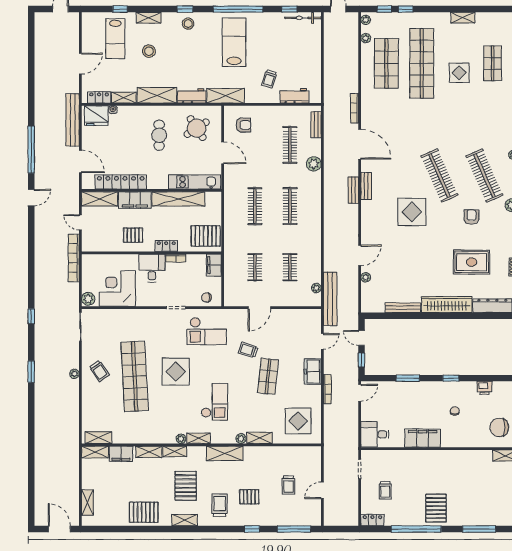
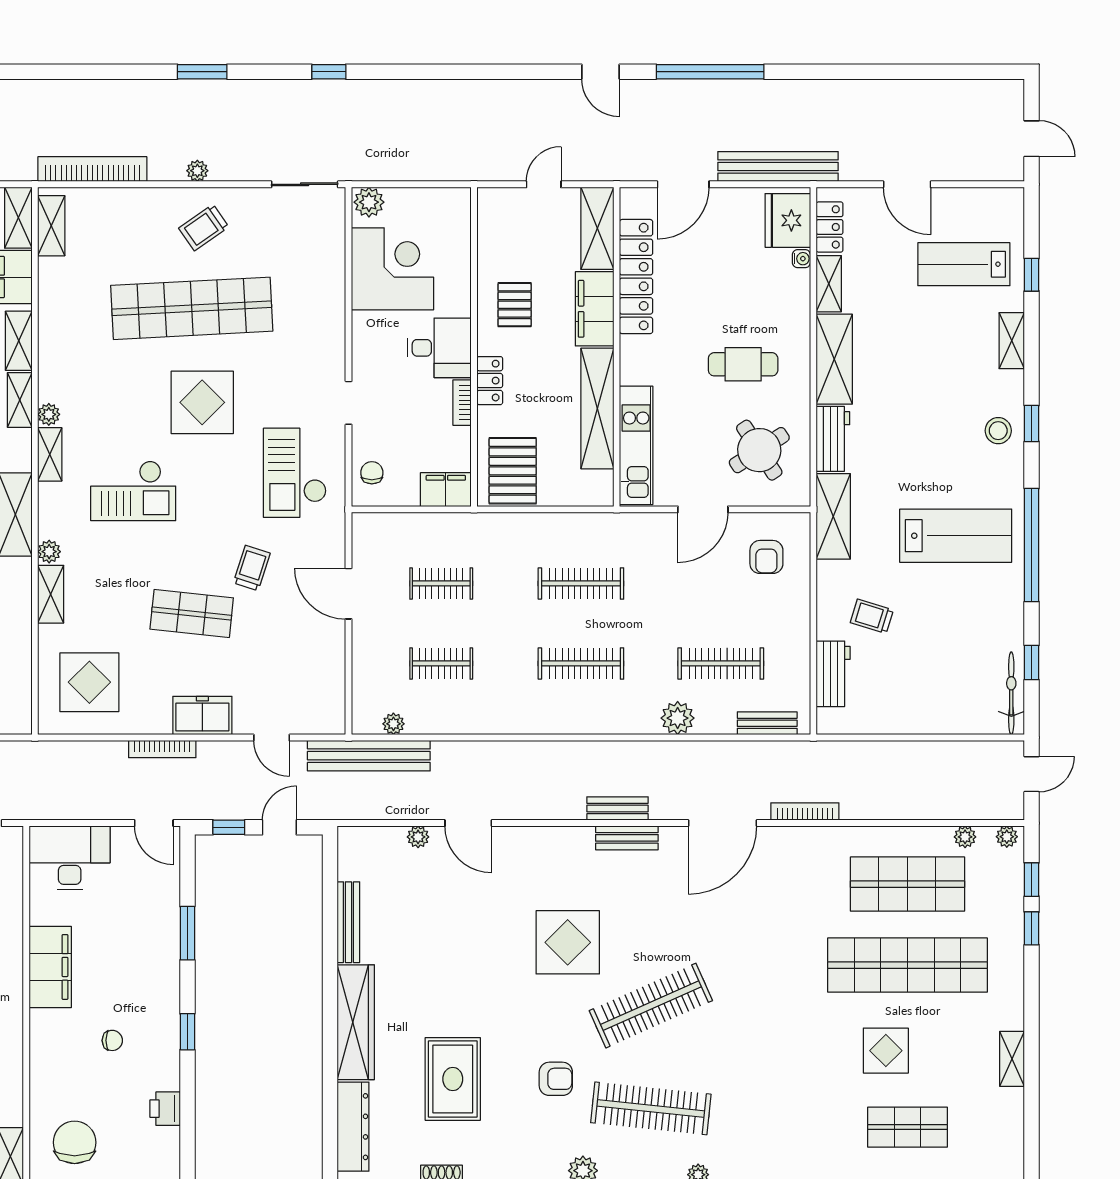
stool: (149, 51) -> (935, 341), removed
clothes rail: (484, 176) -> (651, 1108), turned 30
bookcase: (74, 258) -> (92, 169), moved
desk: (375, 434) -> (70, 858), width x1.37

